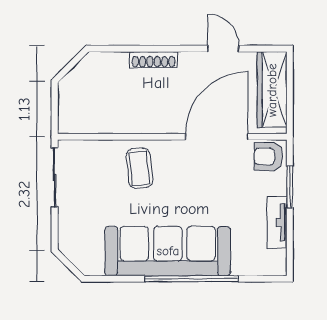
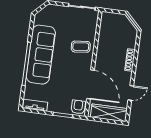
tv unit: (277, 222) -> (35, 105), moved

